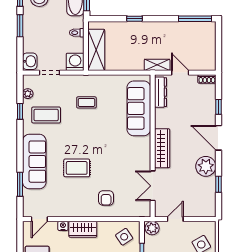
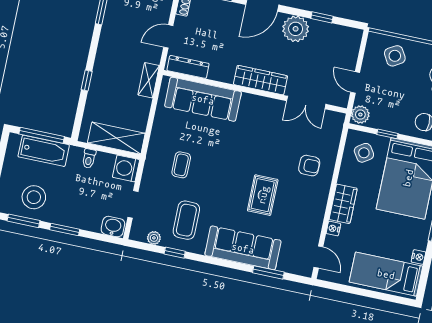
shelving: (157, 65) -> (149, 80), moved

